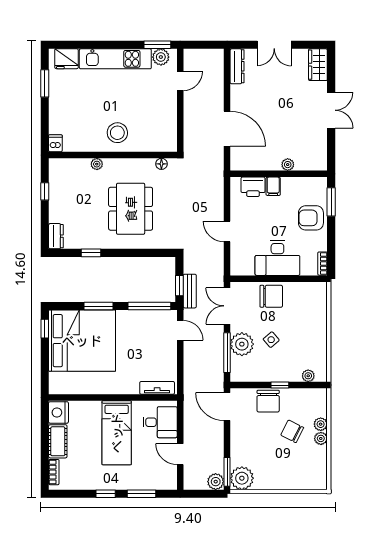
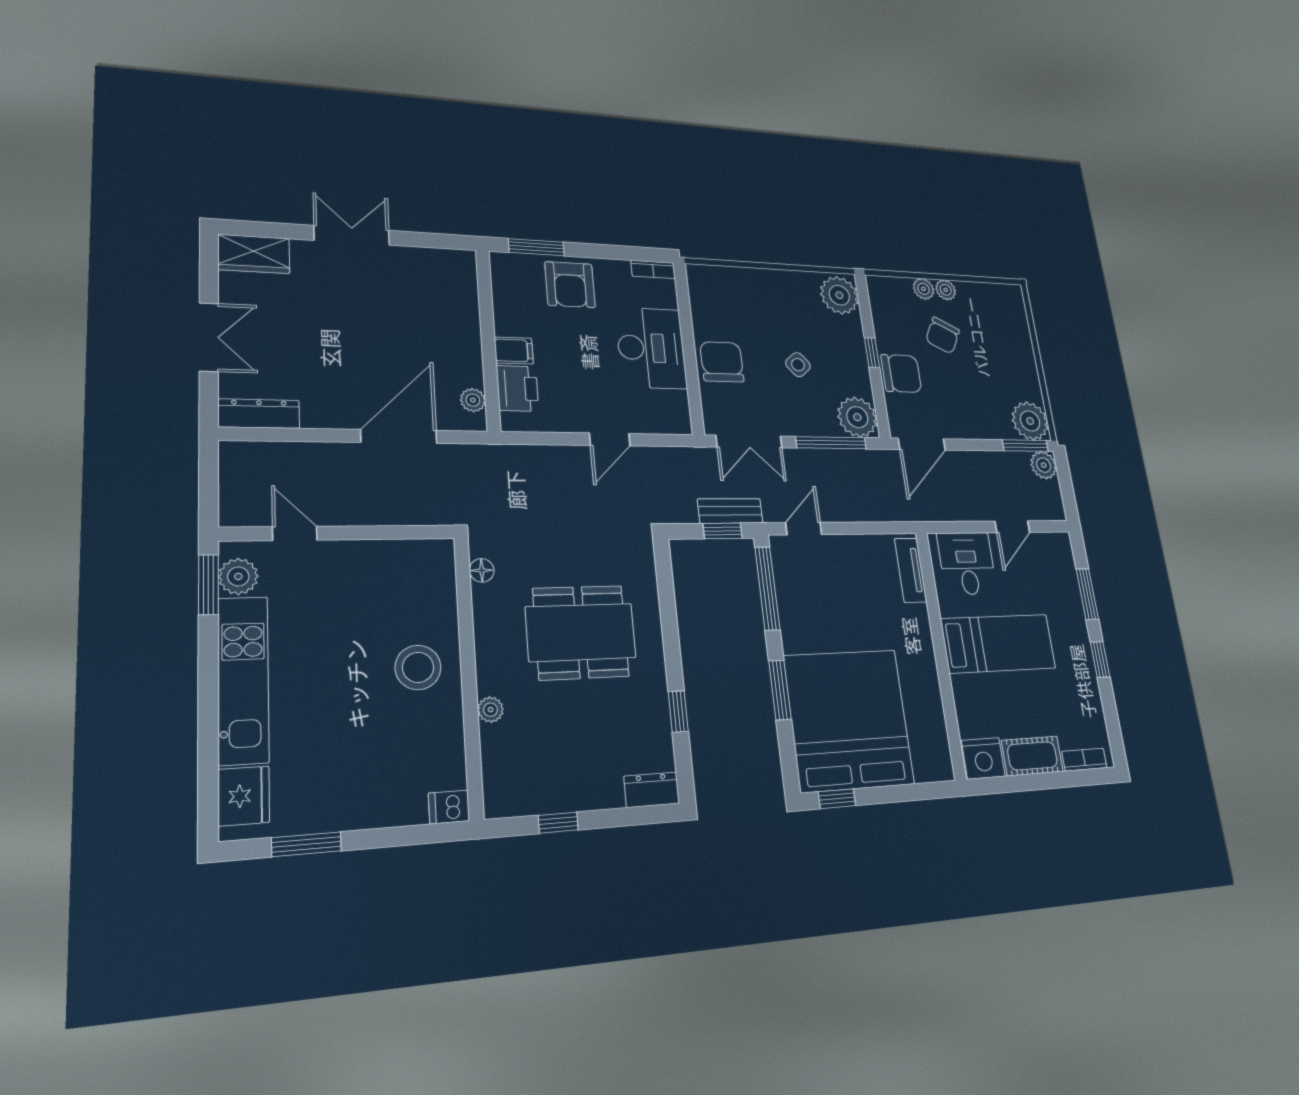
plant: (288, 165) -> (473, 400), moved
plant: (242, 344) -> (857, 417), moved
plant: (308, 376) -> (839, 295), width x1.88, depth x1.88

